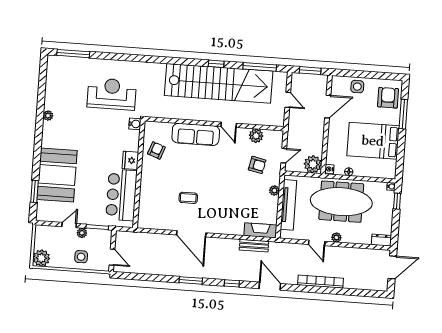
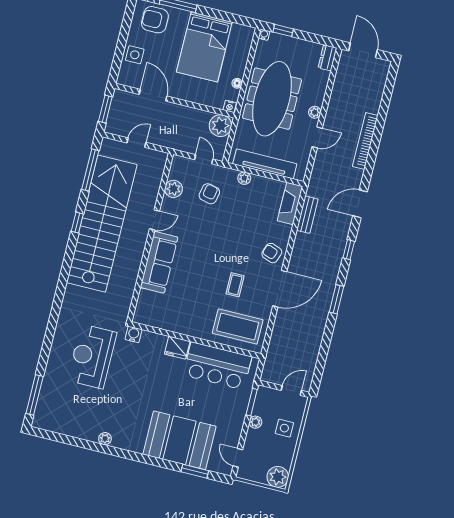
armchair: (156, 150) -> (272, 253), moved
coffee table: (155, 206) -> (238, 327), added
door: (69, 225) -> (238, 458), moved

